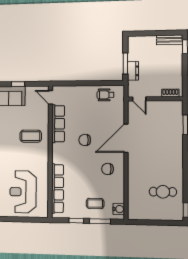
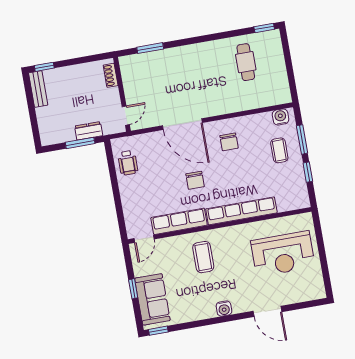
row of seats: (58, 189) -> (241, 211), moved

